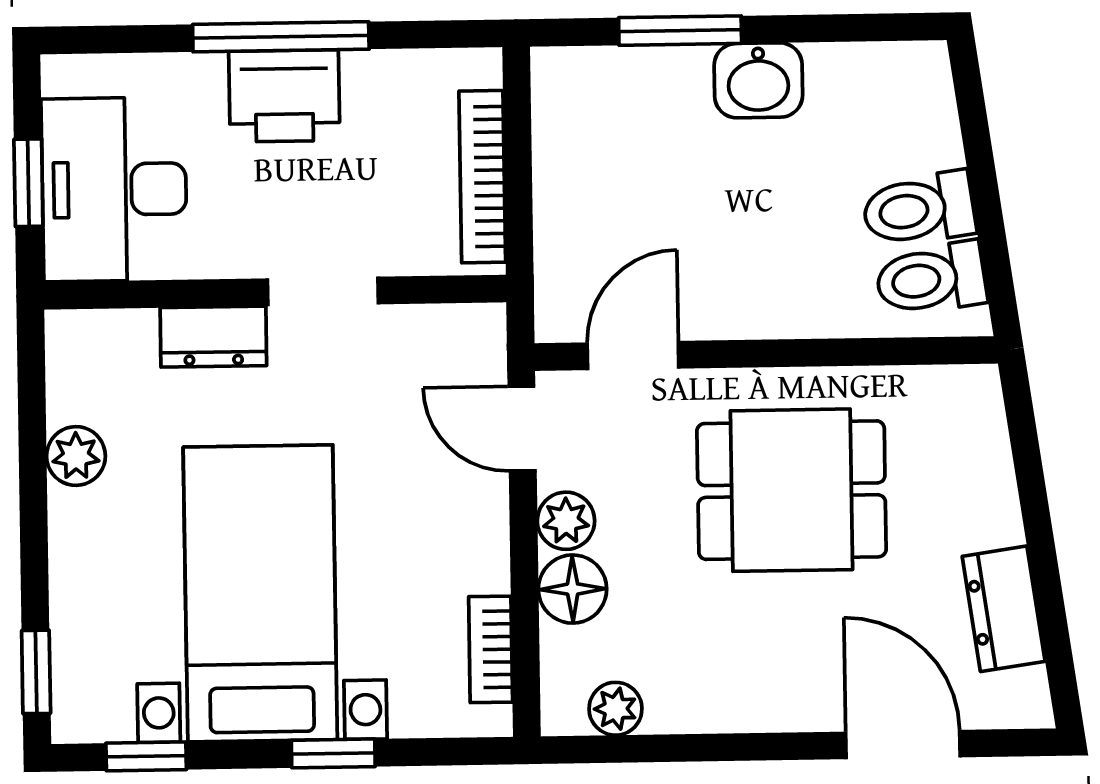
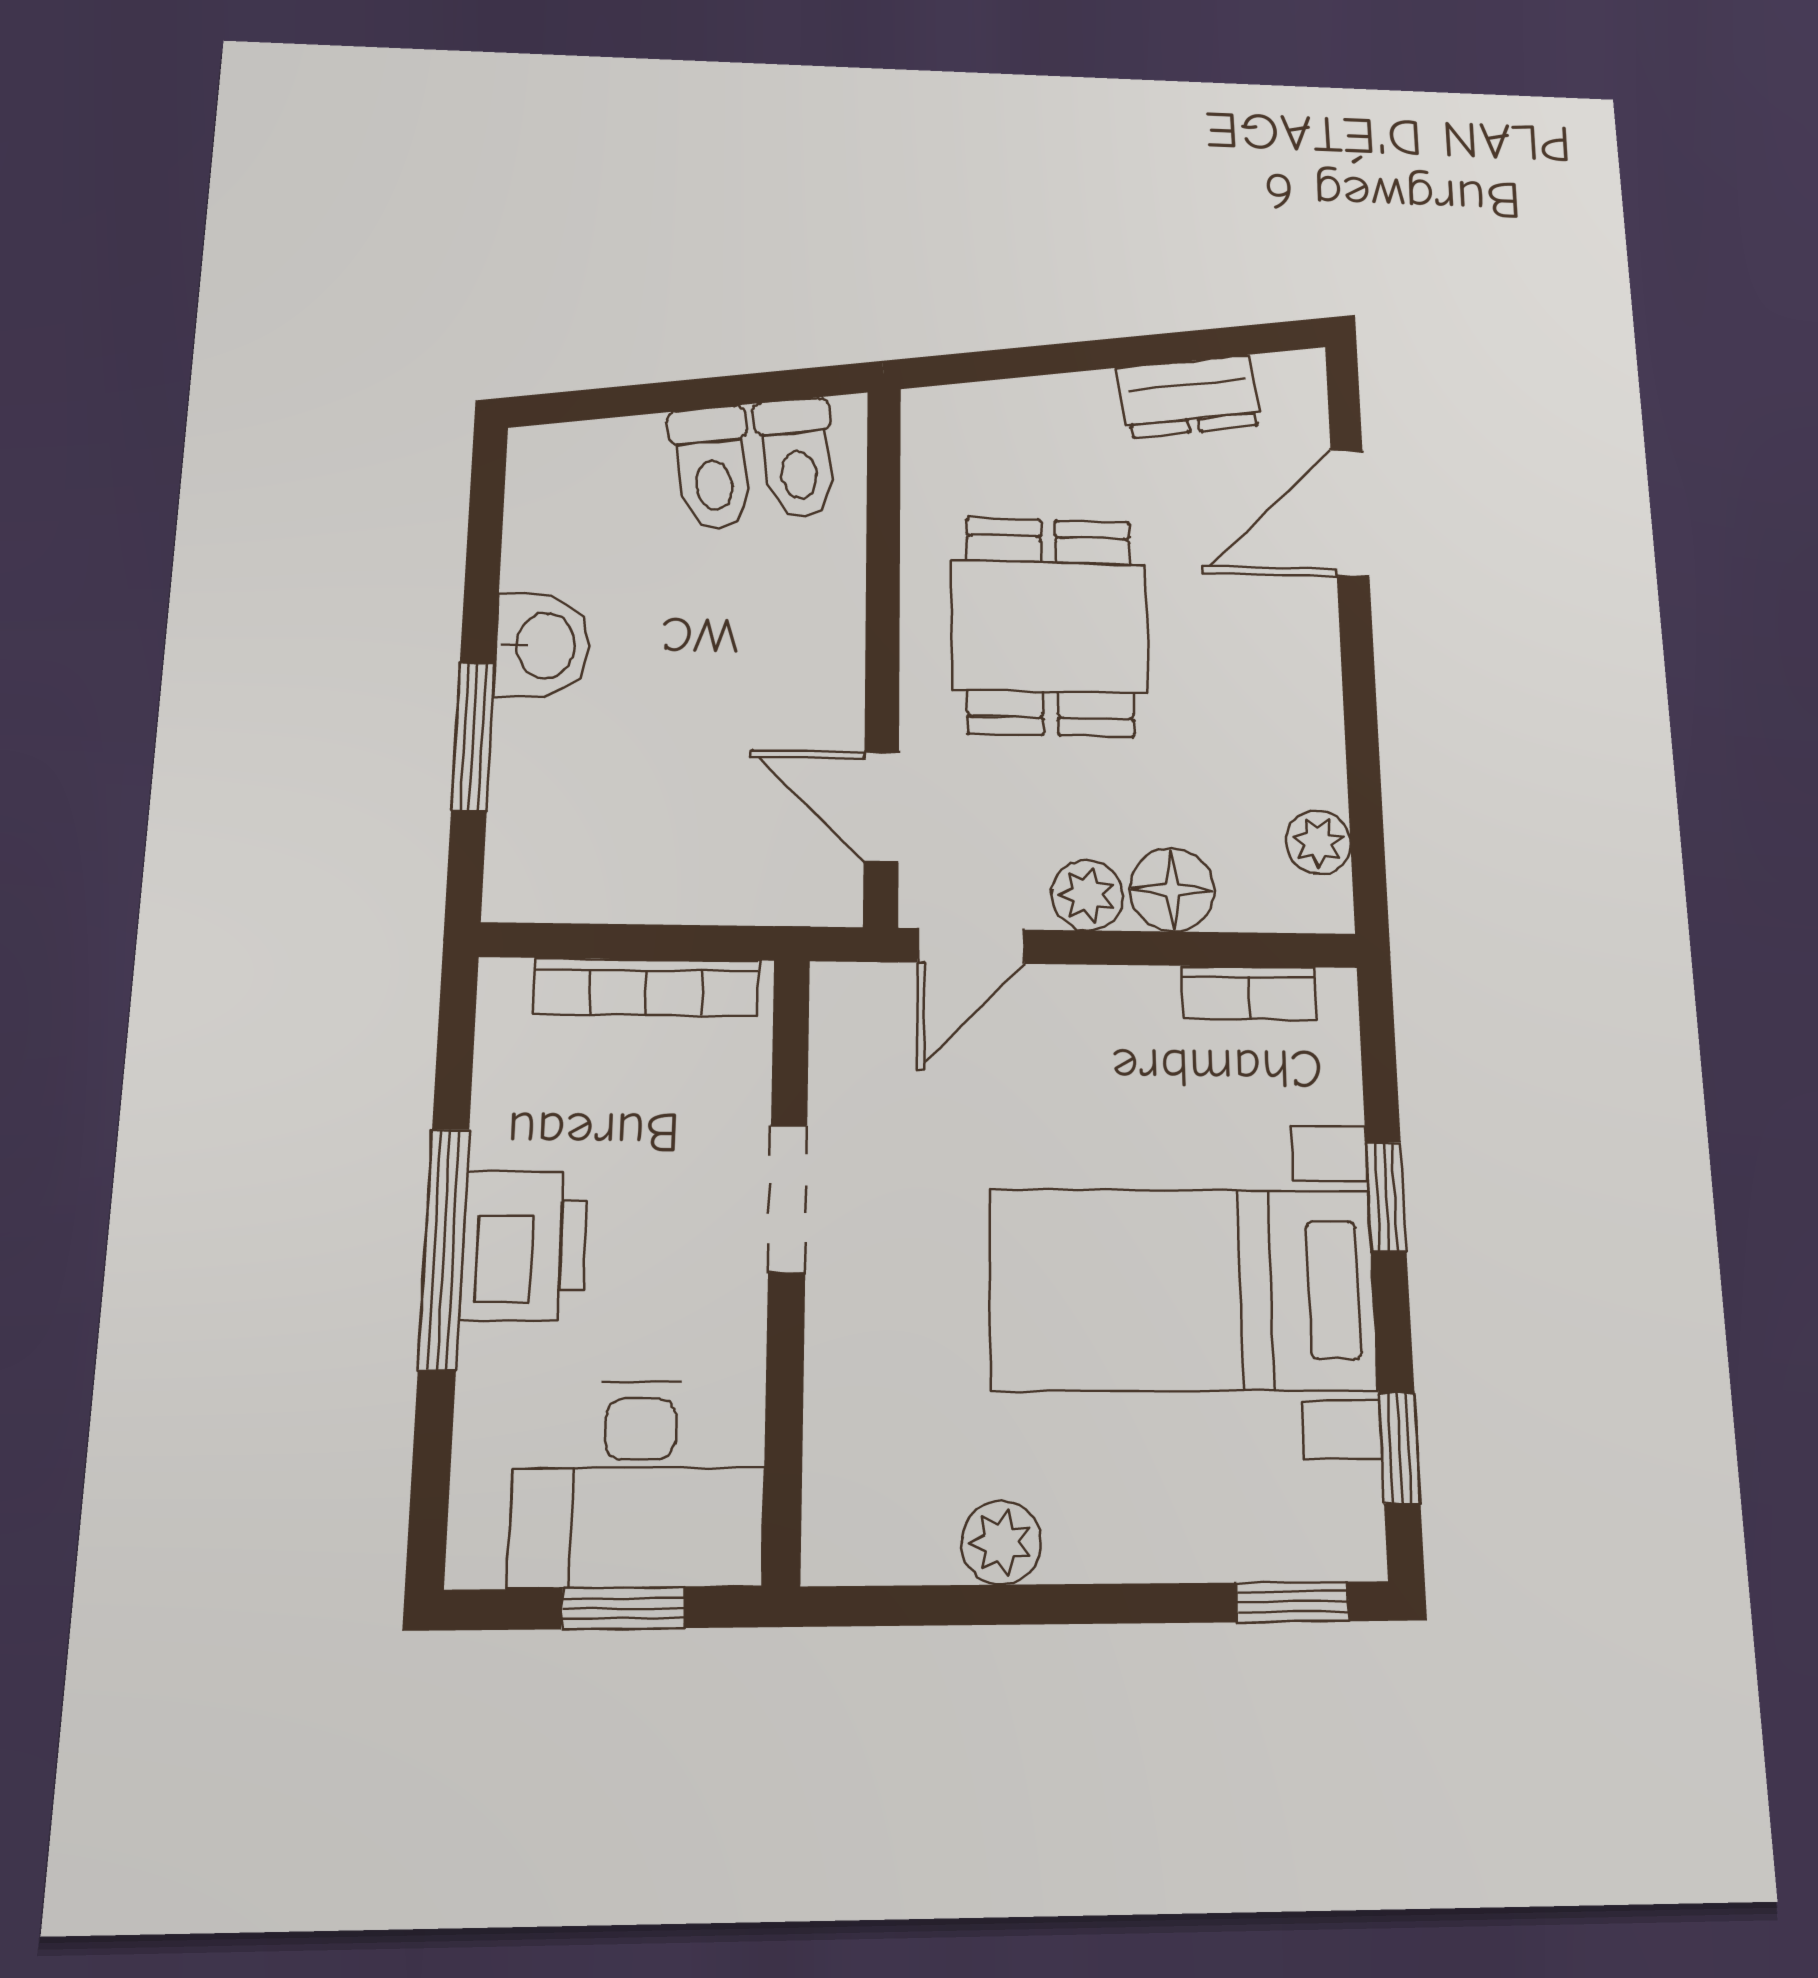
dresser: (213, 337) -> (844, 1348), removed

